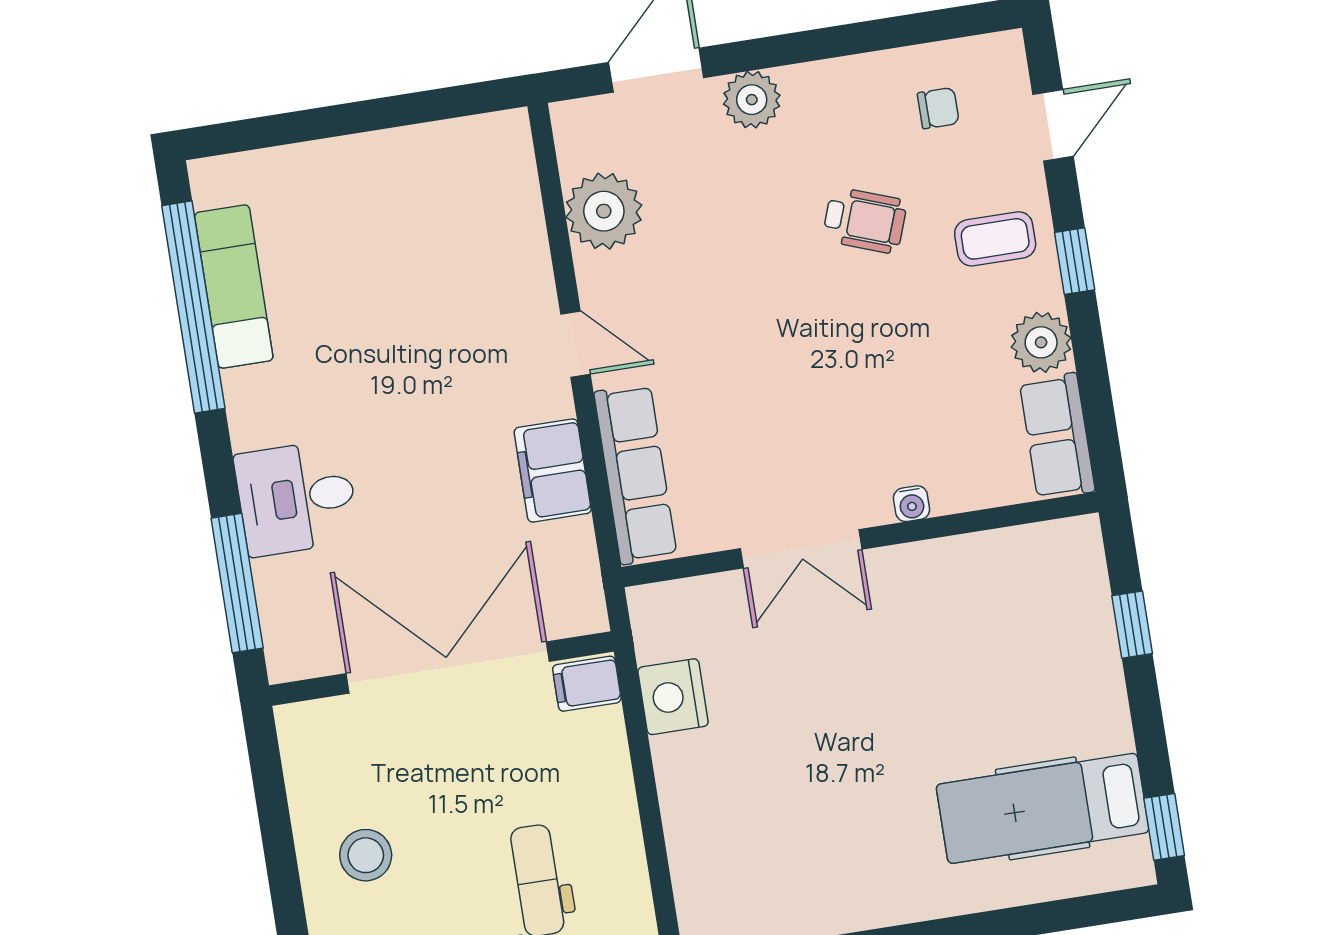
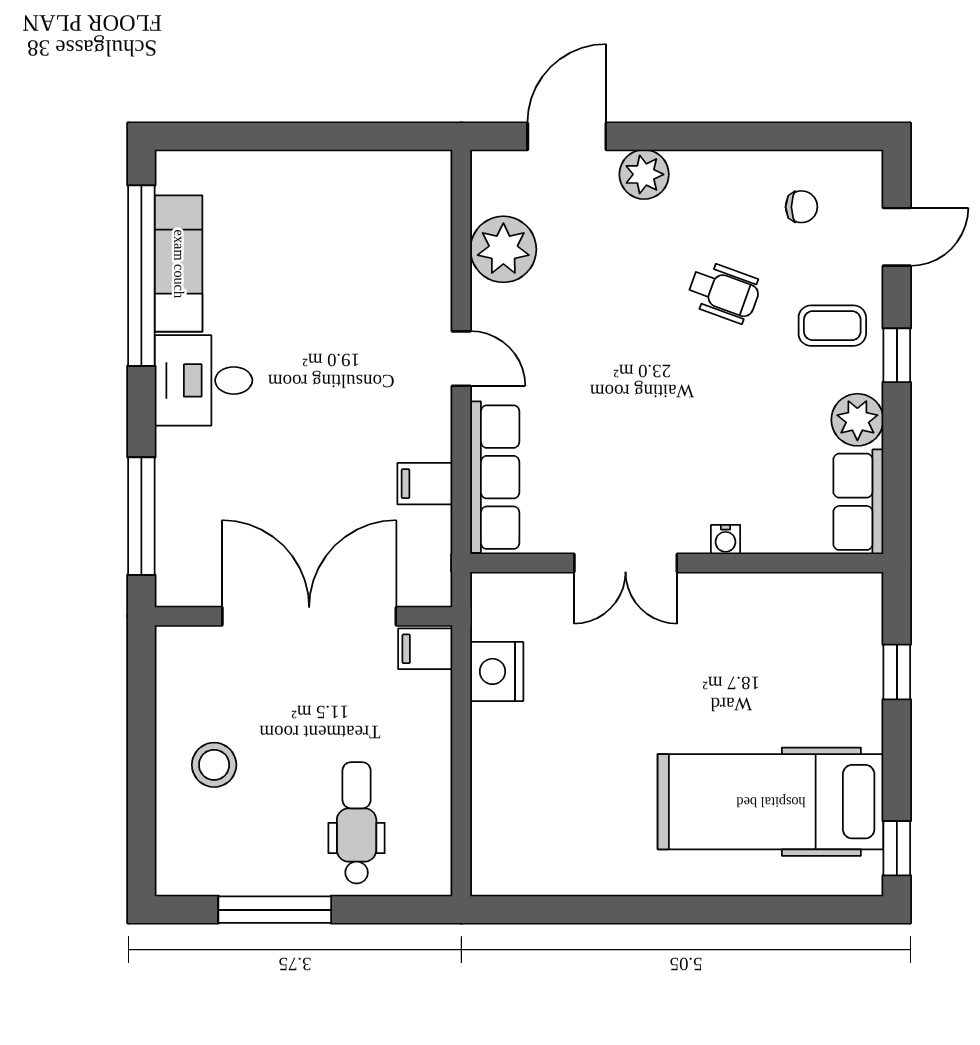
filing cabinet: (553, 470) -> (425, 484), width x0.50
desk: (297, 498) -> (203, 380), moved
hospital bed: (1043, 808) -> (771, 802), width x1.37, depth x1.29

